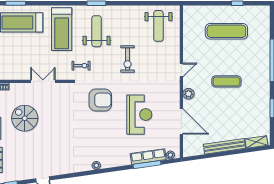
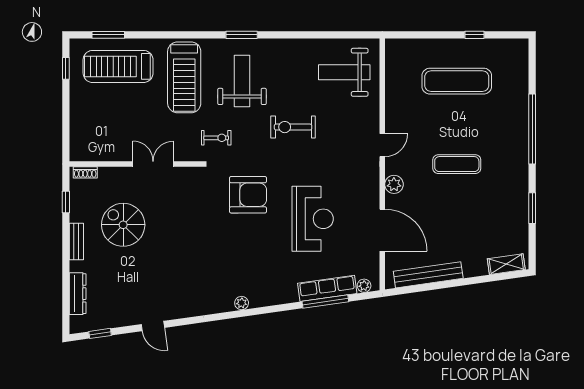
weight bench: (158, 26) -> (344, 72), turned 90
exercise bike: (127, 59) -> (293, 127), turned 90
bench: (224, 146) -> (428, 275), moved

